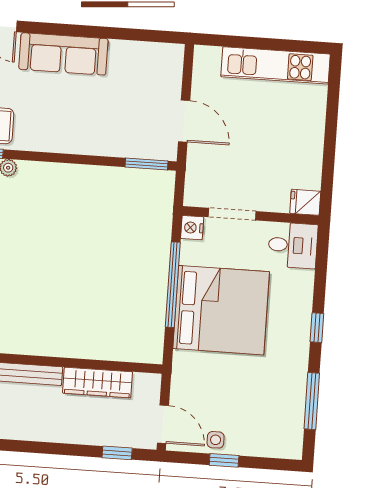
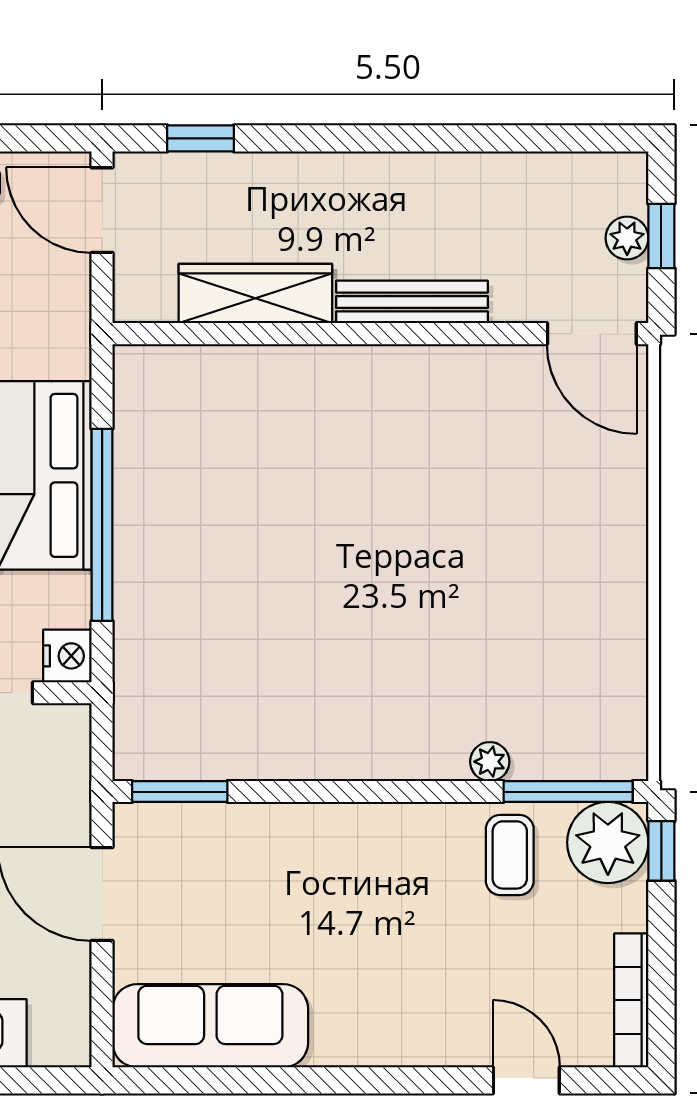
sofa: (63, 54) -> (210, 1026), moved

